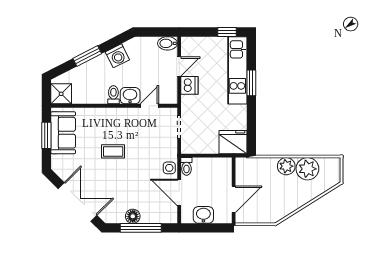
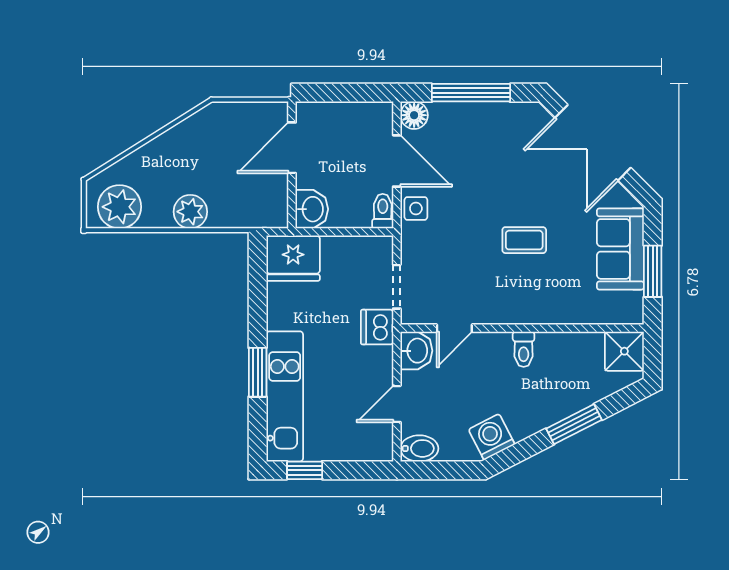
washing machine: (117, 56) -> (492, 437), moved
dishwasher: (189, 85) -> (377, 327), moved
washbasin: (130, 96) -> (416, 351), moved, turned -90
sofa: (63, 133) -> (620, 249), moved
plant: (307, 169) -> (120, 207), moved
washbasin: (203, 215) -> (312, 209), moved, turned -90
floor lamp: (133, 216) -> (414, 115), moved

